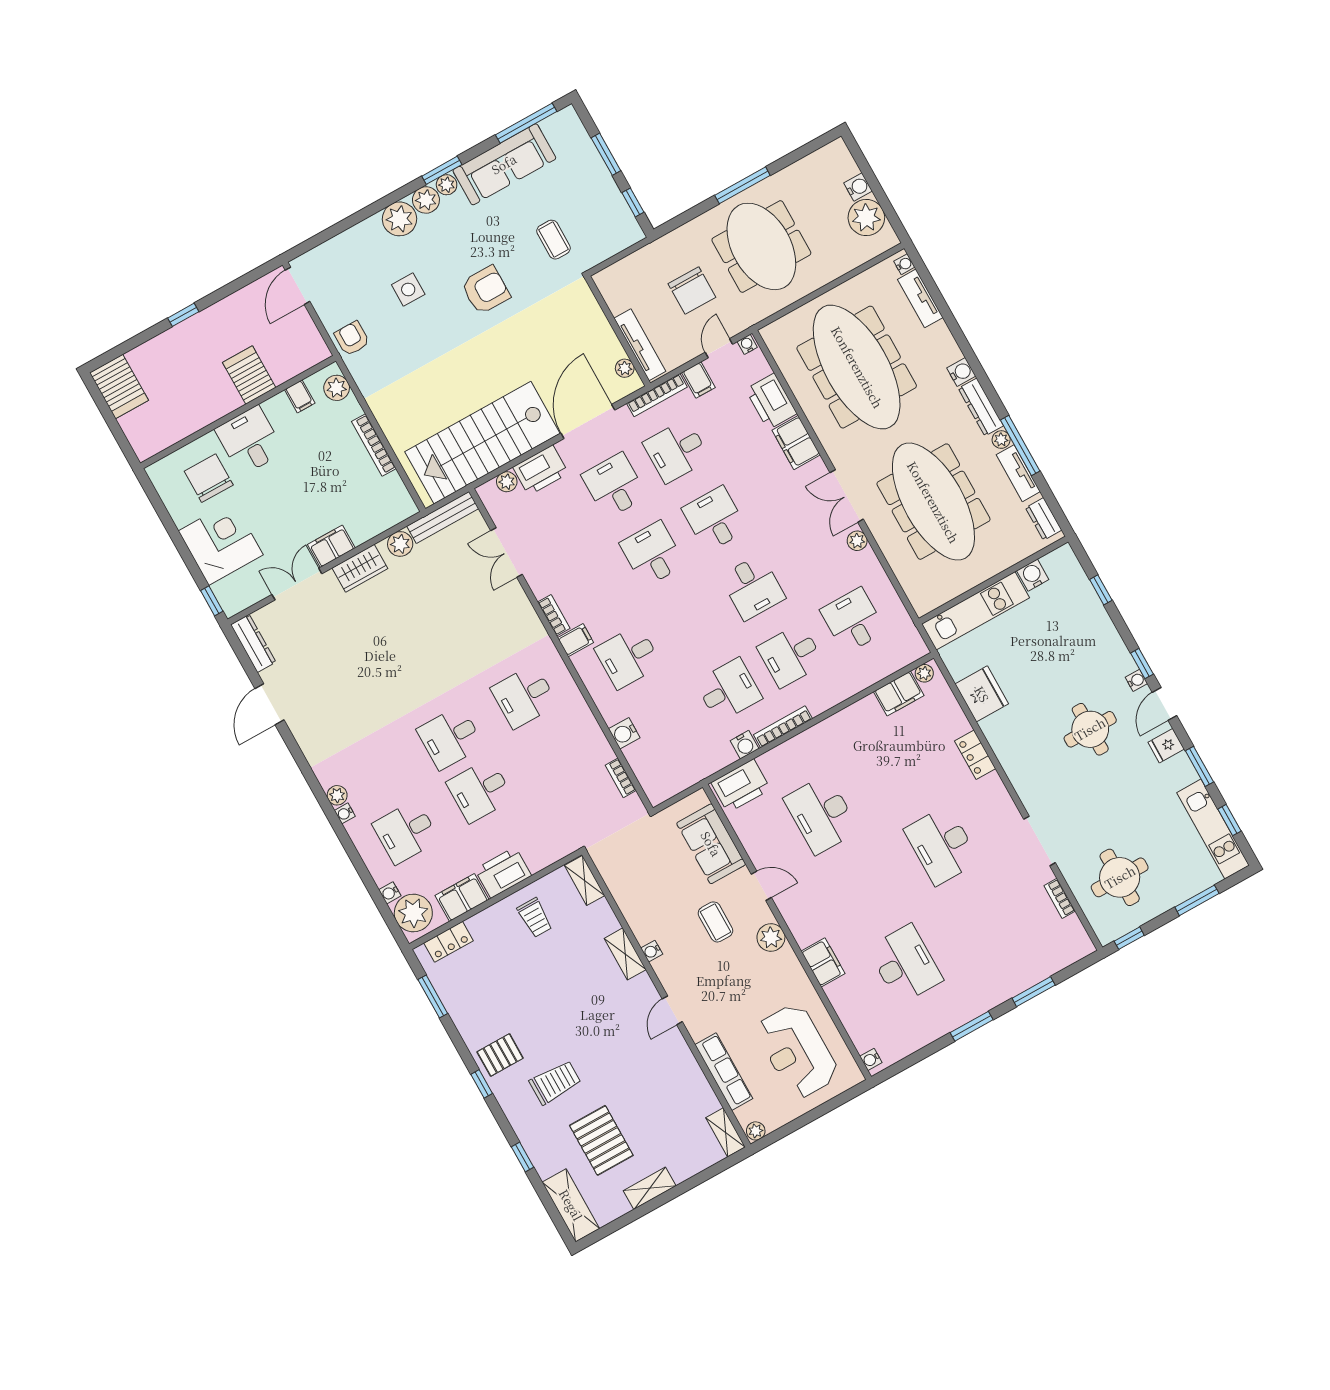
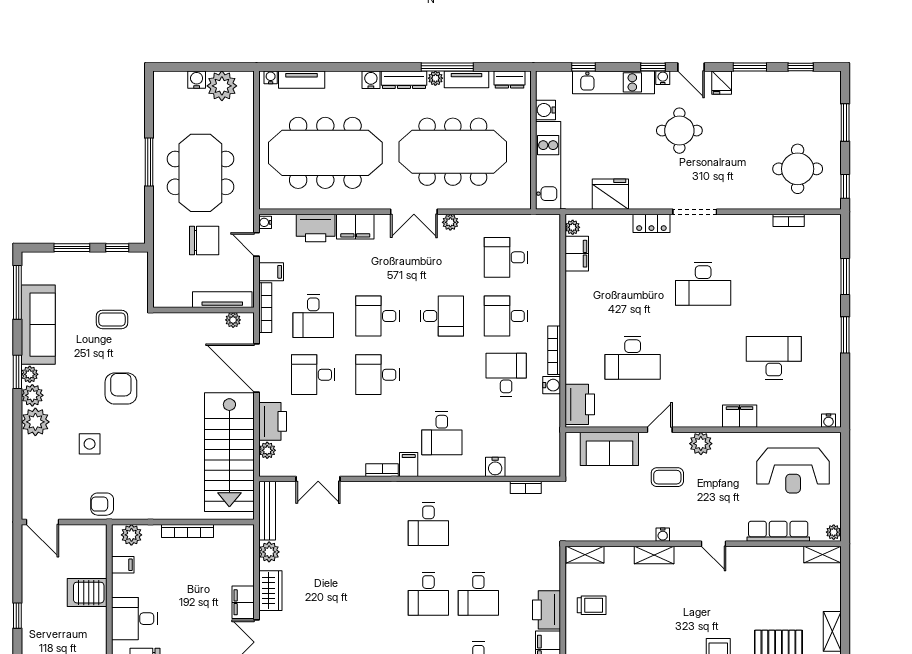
meeting table: (761, 246) -> (200, 173), turned 90
desk: (791, 655) -> (506, 316), turned 90
kitchen unit: (1213, 829) -> (614, 82), moved
doorway: (1039, 841) -> (695, 212), moved

